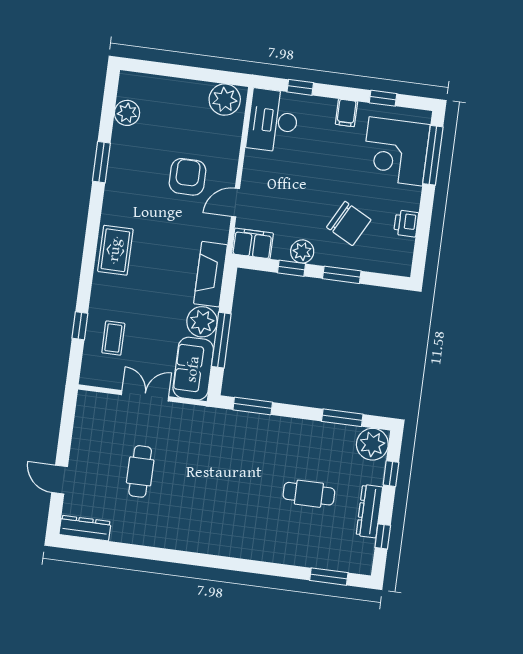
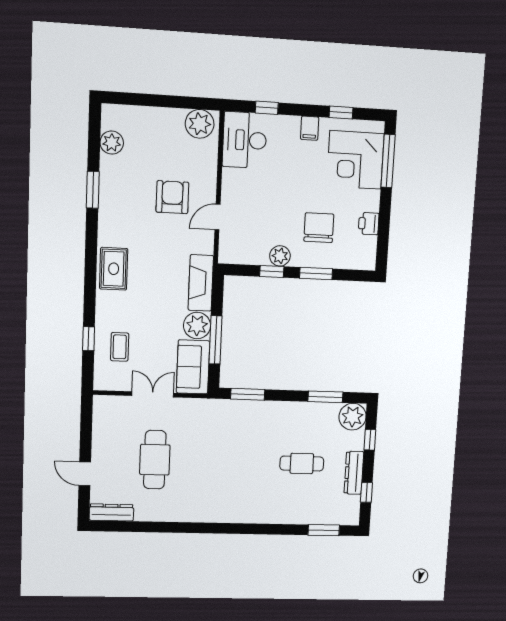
chair: (349, 223) -> (319, 228), turned -118
filing cabinet: (252, 243) -> (236, 252), removed
cafe table: (140, 471) -> (155, 460), width x1.37, depth x1.35

